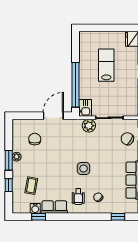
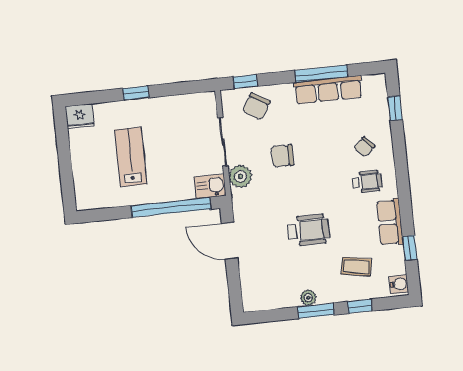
lab bench: (106, 65) -> (131, 157), turned 90
chair: (35, 139) -> (282, 156), moved
wheelchair: (55, 161) -> (308, 230), added
side table: (84, 169) -> (317, 178), removed
water cooler: (35, 208) -> (399, 284), moved

